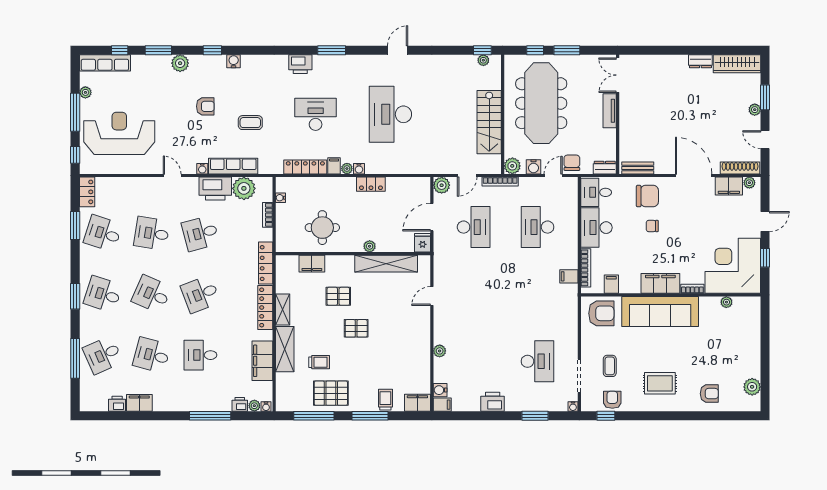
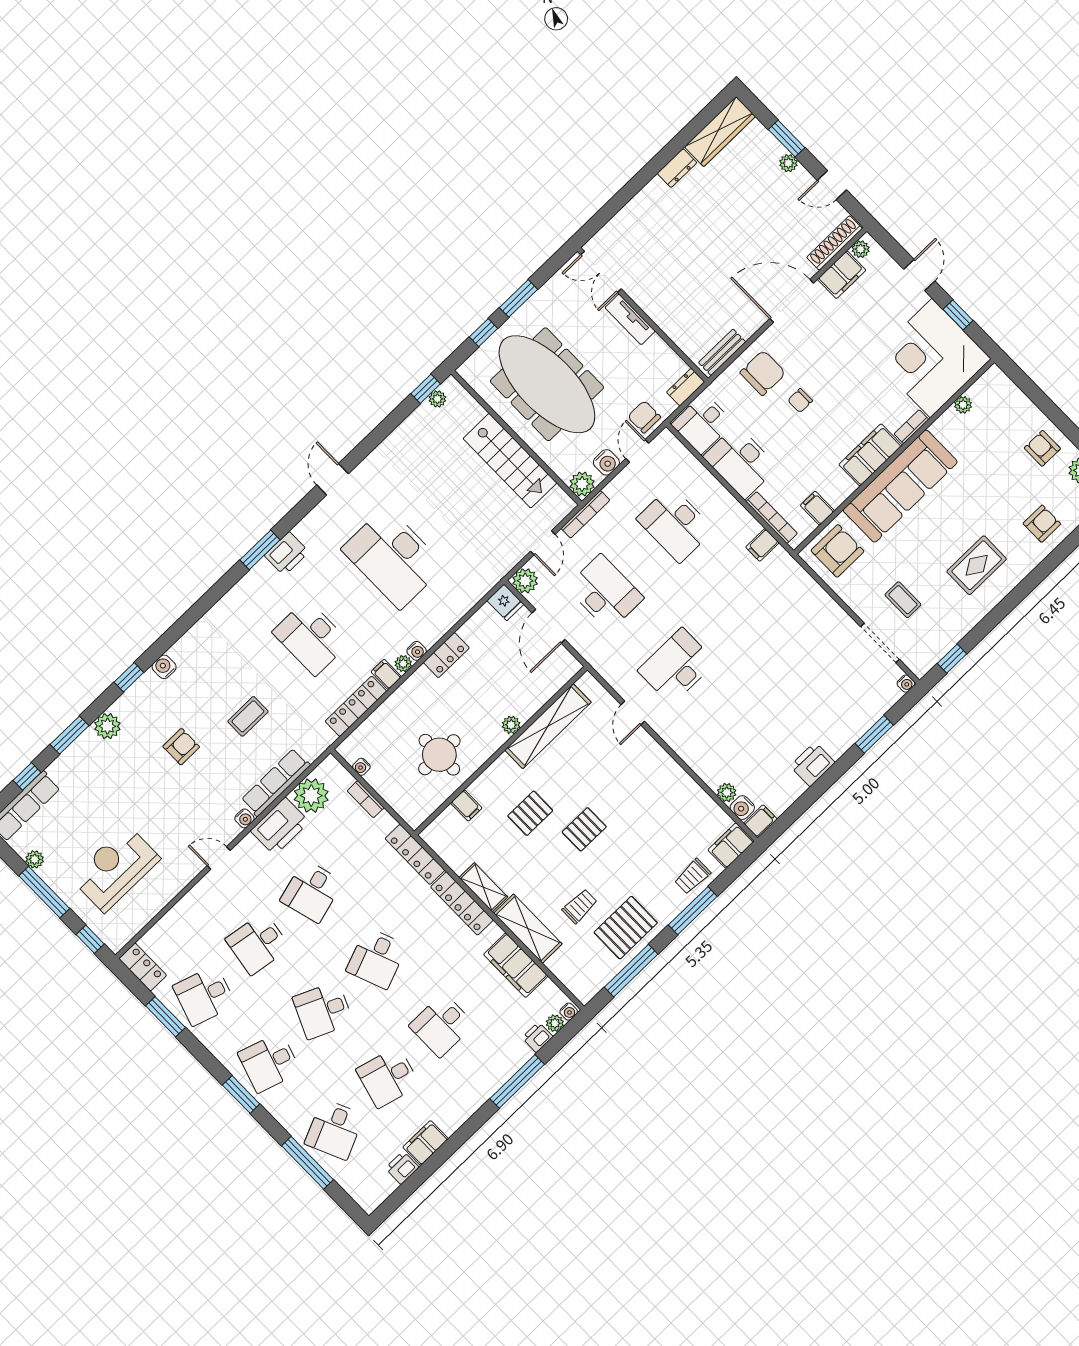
printer: (300, 64) -> (287, 554), moved
desk: (316, 114) -> (311, 638), turned -90
reception desk: (119, 133) -> (116, 868), width x0.74, depth x0.77
fridge: (423, 243) -> (505, 602), moved, turned 180
filing cabinet: (312, 264) -> (466, 805), width x0.50
plant: (440, 351) -> (727, 793), moved
desk: (538, 361) -> (677, 666), moved, turned -90
trolley: (385, 400) -> (693, 876), turned -90
armchair: (612, 400) -> (1042, 448), moved

